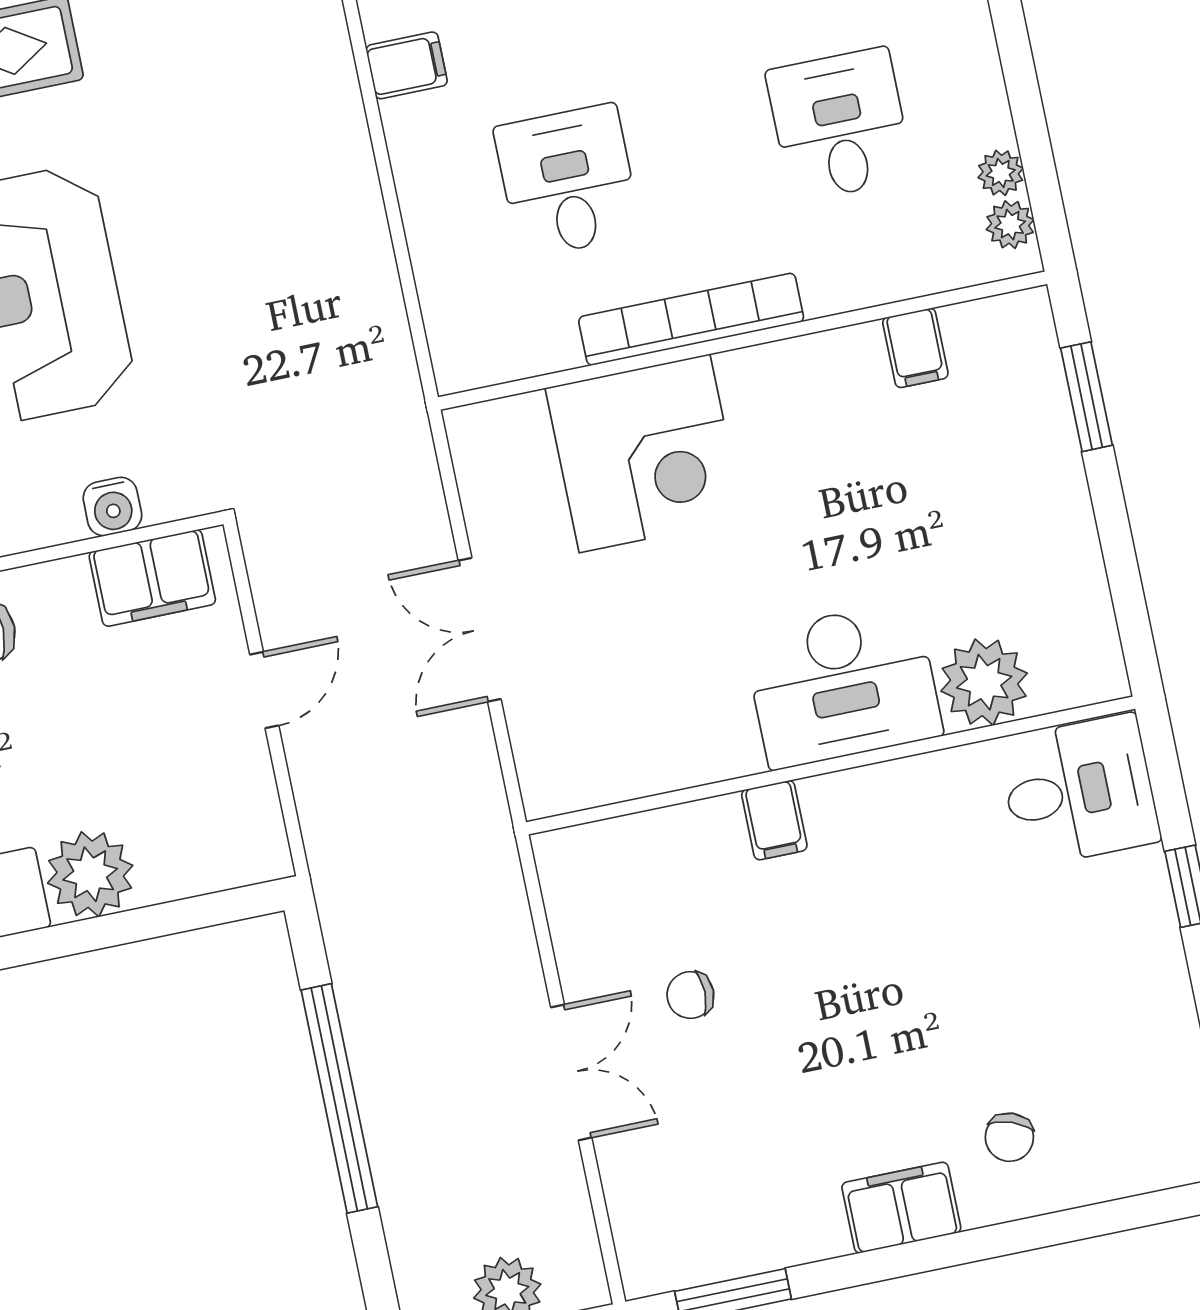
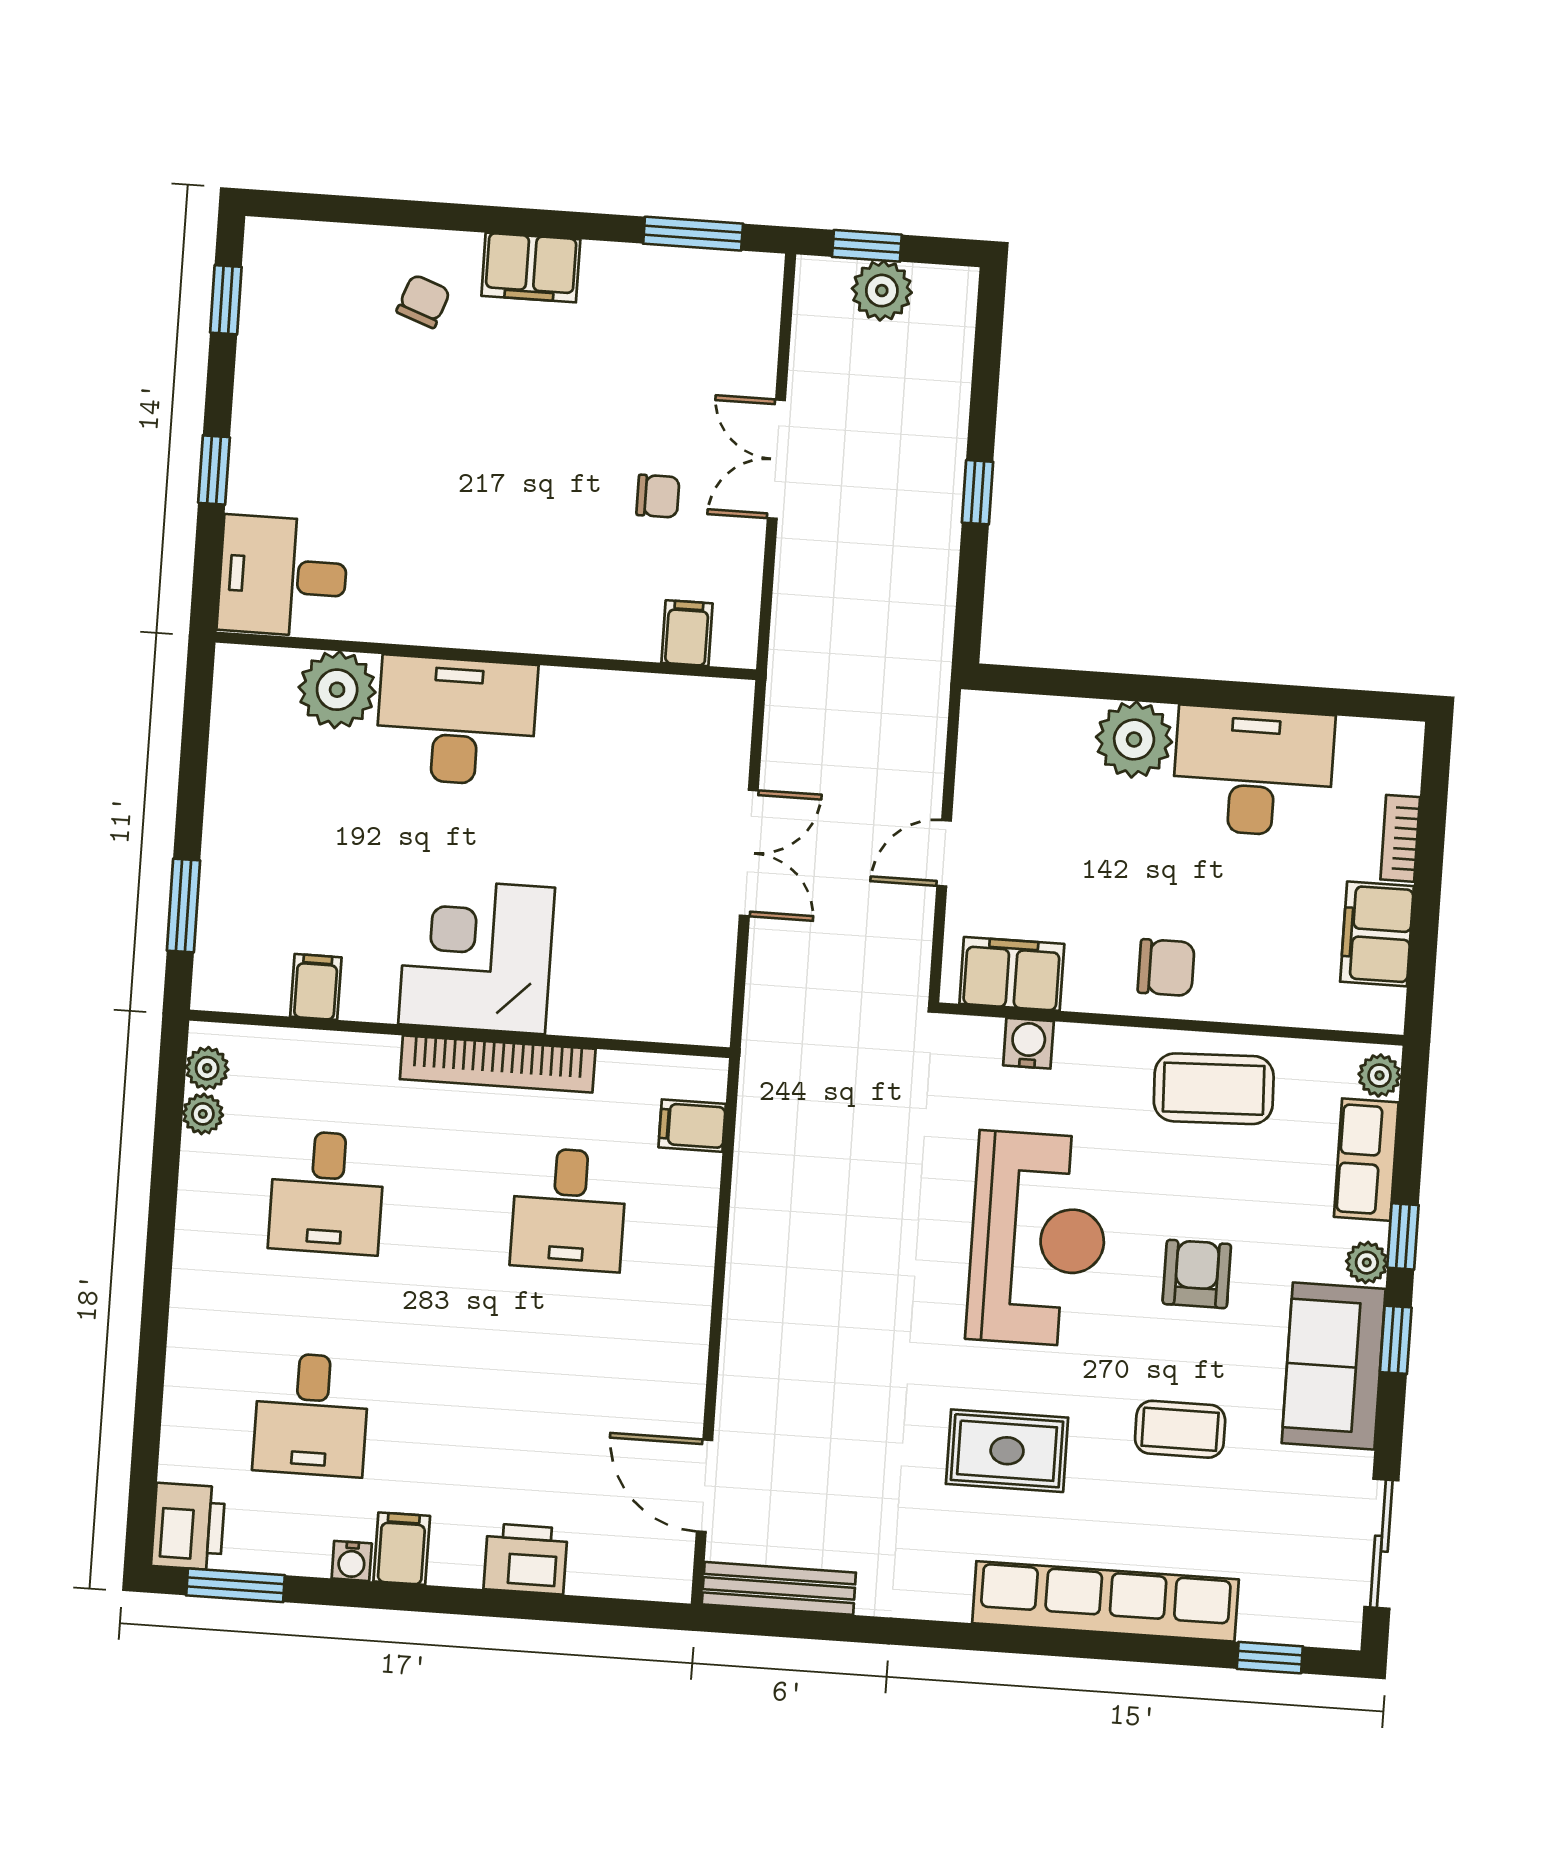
filing cabinet: (407, 65) -> (692, 1126), moved
corner desk: (644, 453) -> (477, 956), moved
filing cabinet: (774, 820) -> (687, 633), moved
window: (339, 1098) -> (977, 492), width x0.32

